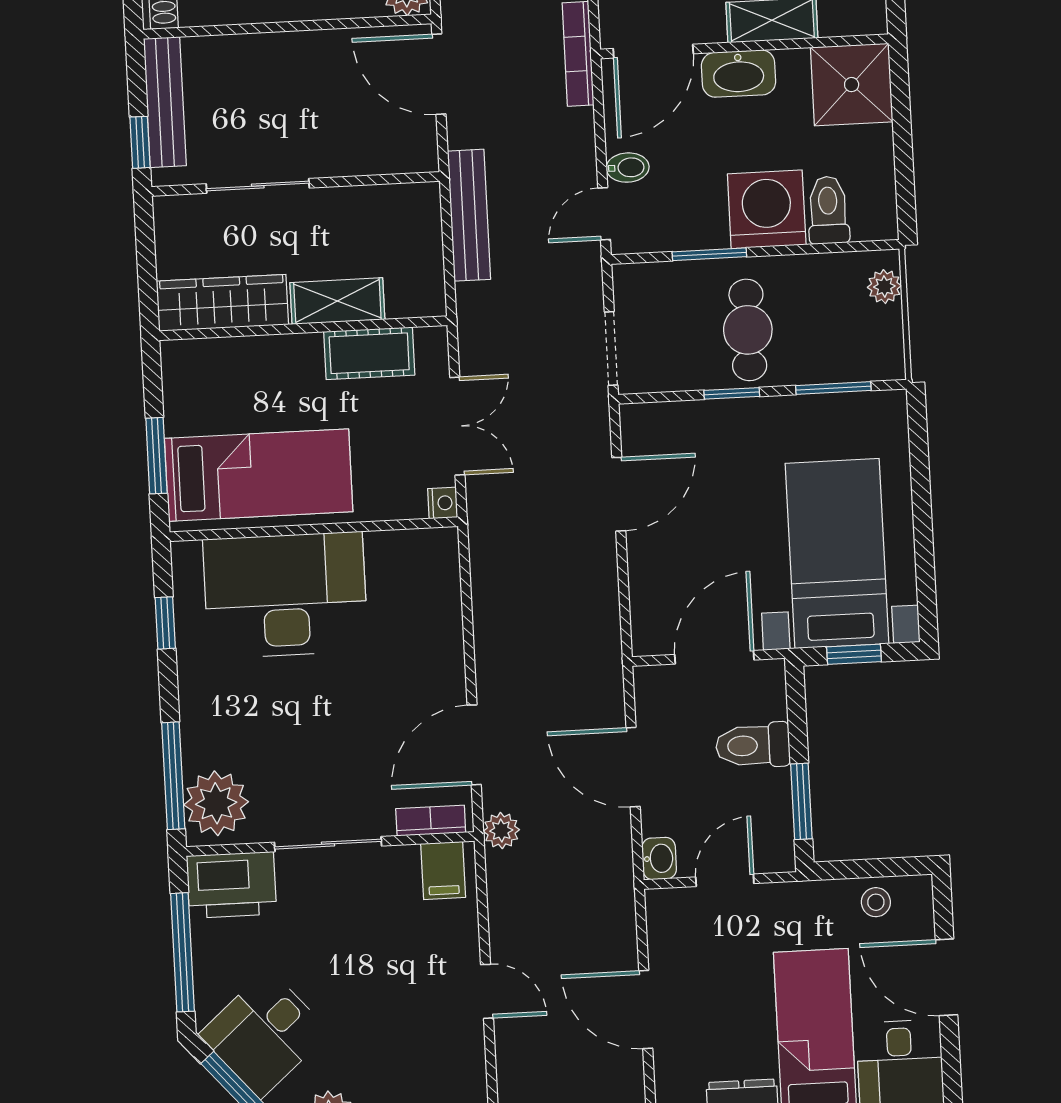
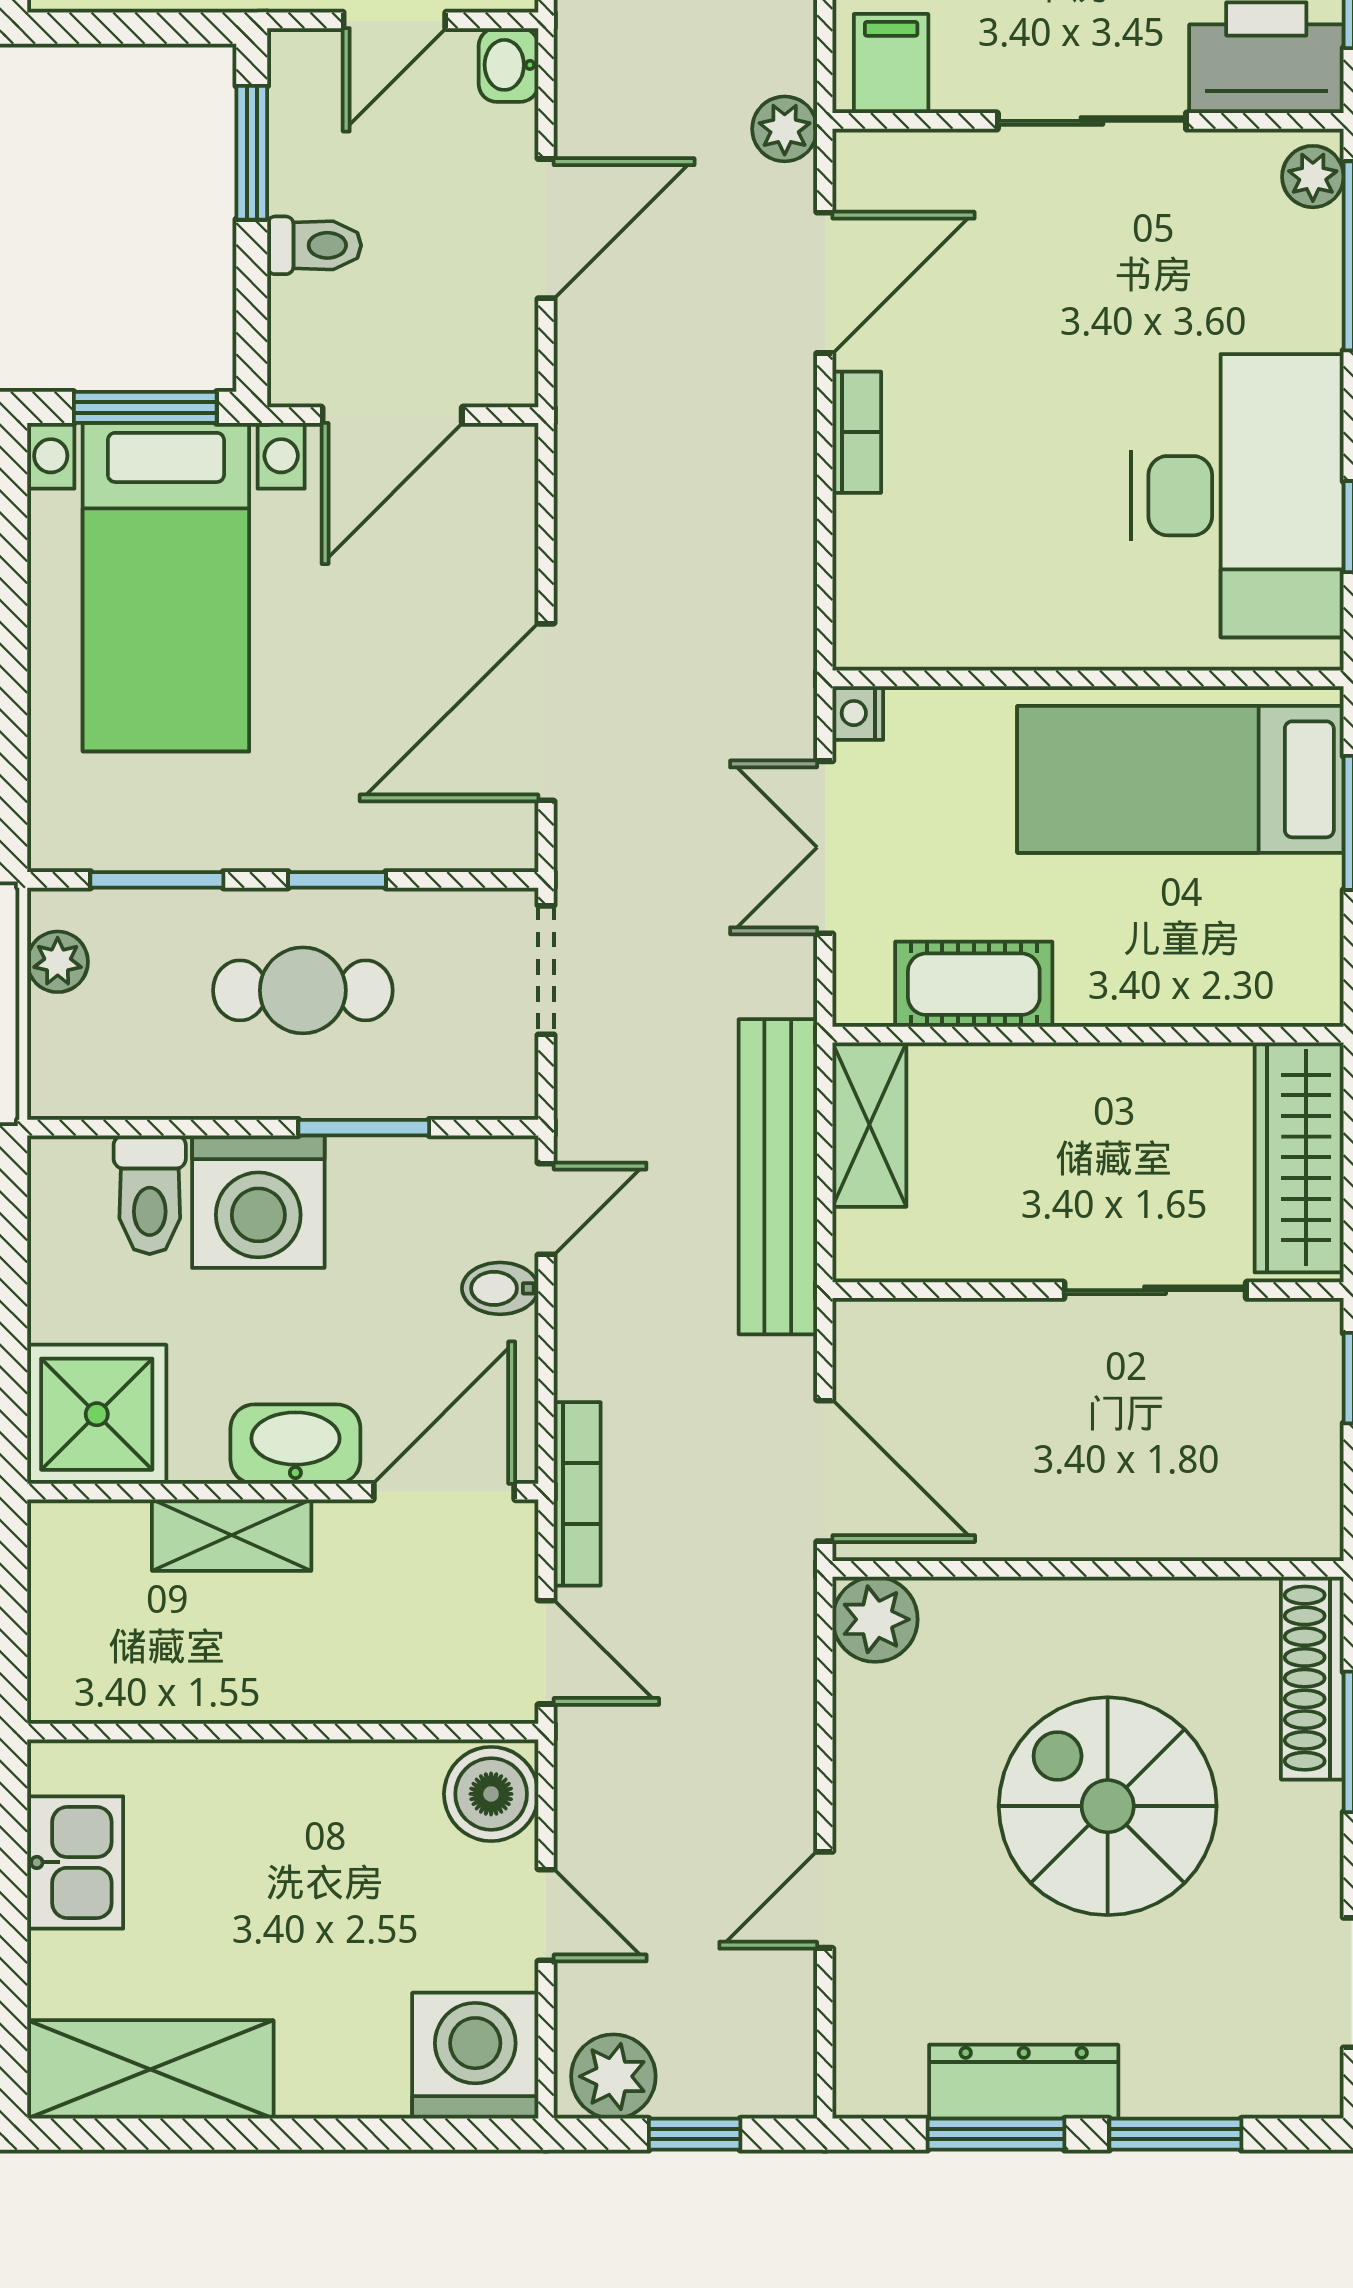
bench: (165, 102) -> (1312, 1447), removed
bench: (469, 215) -> (778, 1177), width x1.37, depth x1.21
plant: (884, 287) -> (58, 962), moved
shelving: (337, 301) -> (869, 1125), moved, turned 90
wardrobe: (222, 303) -> (1299, 1157), moved, turned 90
cafe table: (748, 330) -> (303, 990), turned 90
door: (619, 494) -> (546, 712), width x1.36
desk: (285, 595) -> (1238, 496), moved, turned -90
window: (854, 654) -> (145, 407), width x1.50
toilet: (753, 745) -> (314, 245), width x0.73, depth x0.72
door: (633, 767) -> (546, 229), hinge flipped
plant: (216, 803) -> (1313, 177), width x0.53, depth x0.53
bookcase: (431, 821) -> (857, 432), moved, turned -90

